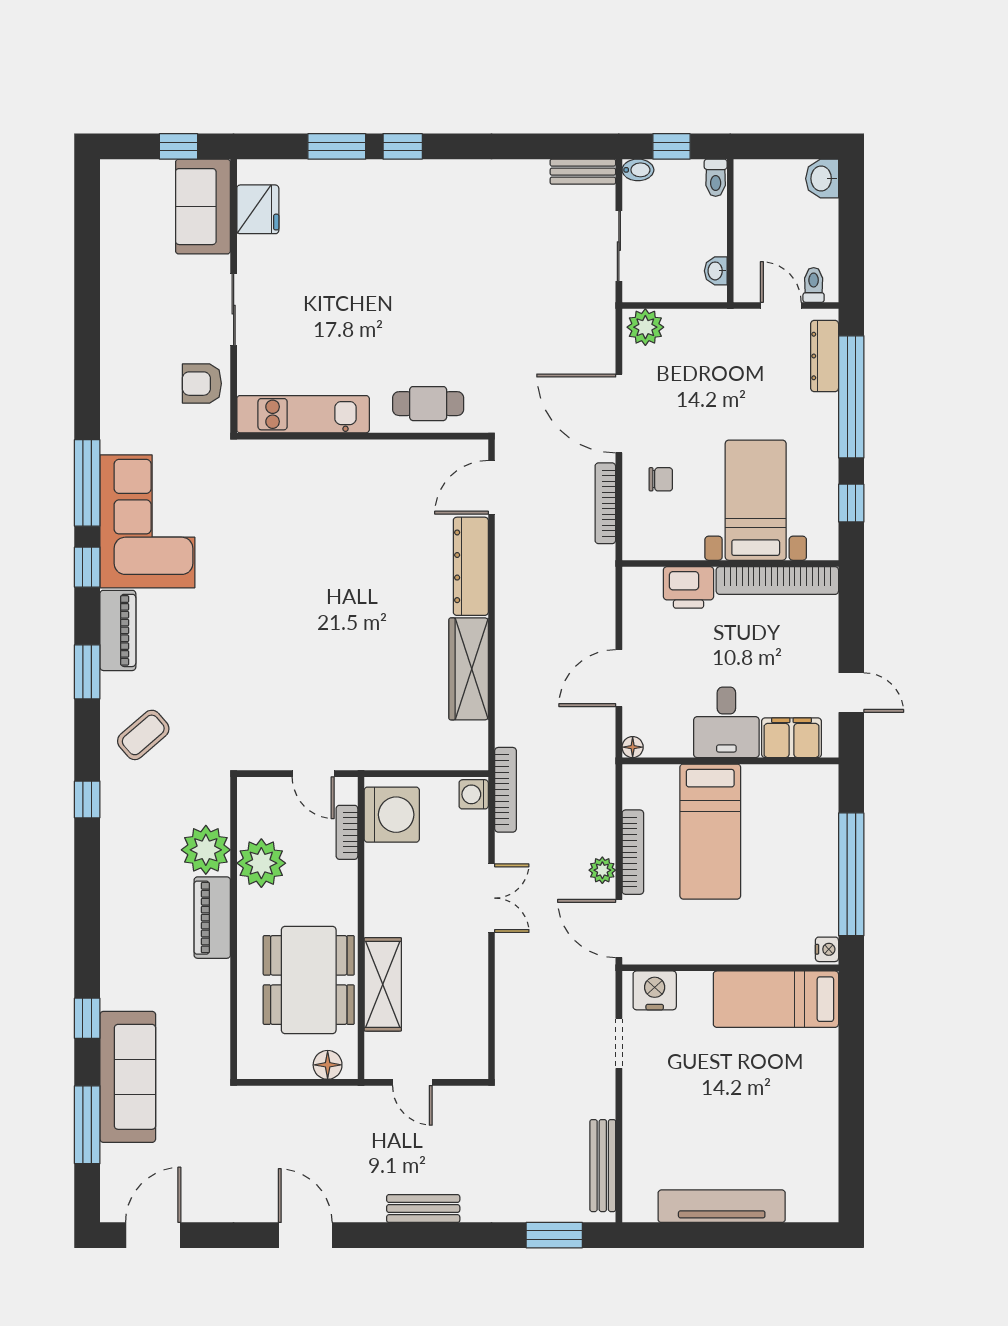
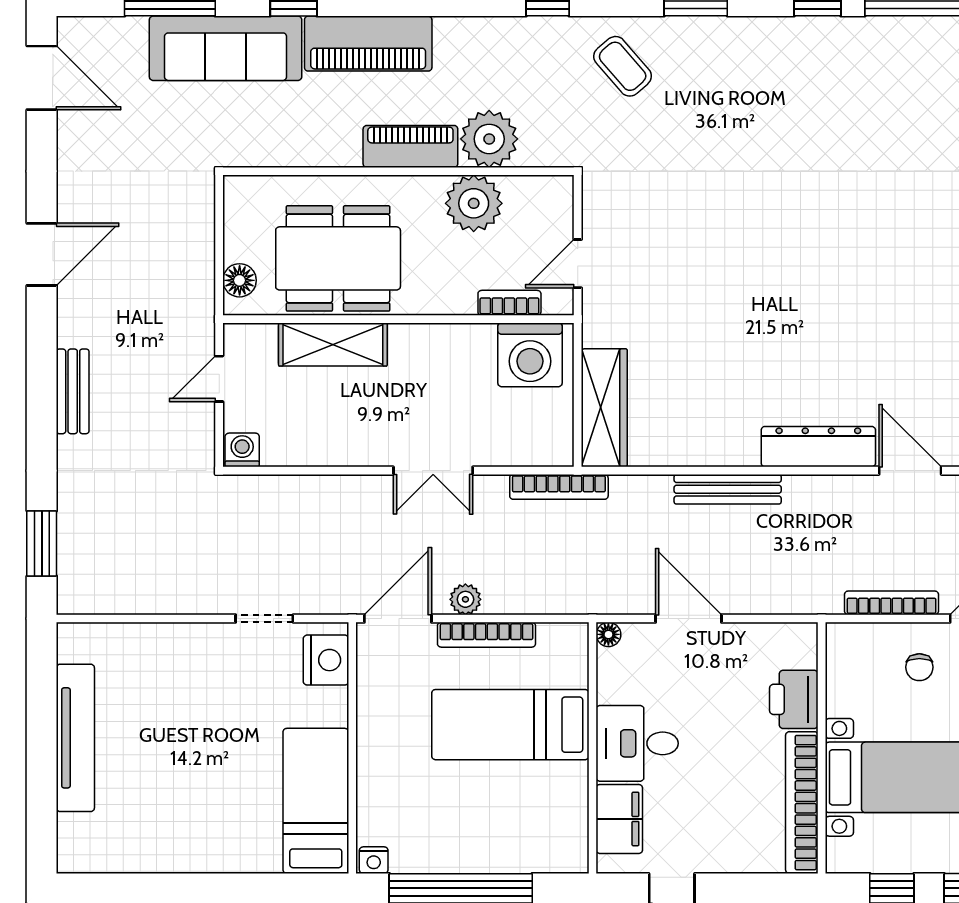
corner sofa: (147, 521) -> (871, 71), removed
piano: (118, 630) -> (368, 44), moved, width x1.37, depth x1.33
wardrobe: (469, 669) -> (604, 408), moved, turned 90
washing machine: (474, 794) -> (242, 450), moved
bench: (603, 1166) -> (728, 489), moved

